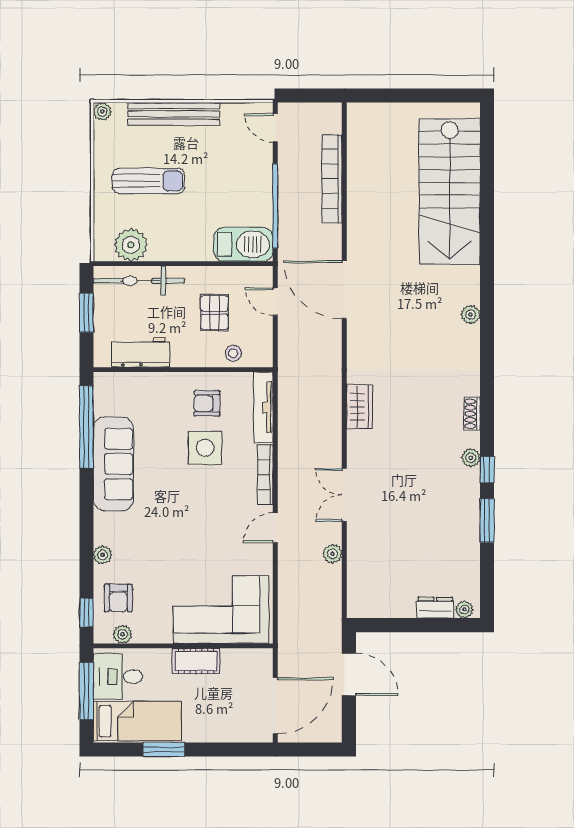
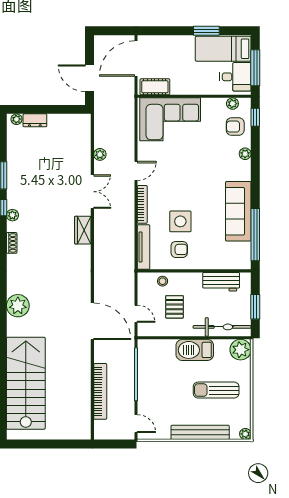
barbecue: (243, 244) -> (195, 350), moved
plant: (131, 245) -> (241, 350), moved
plant: (471, 314) -> (18, 306), width x1.88, depth x1.88
wardrobe: (359, 407) -> (83, 230), moved
armchair: (118, 598) -> (235, 127), turned -90
cot: (196, 661) -> (155, 87), moved

